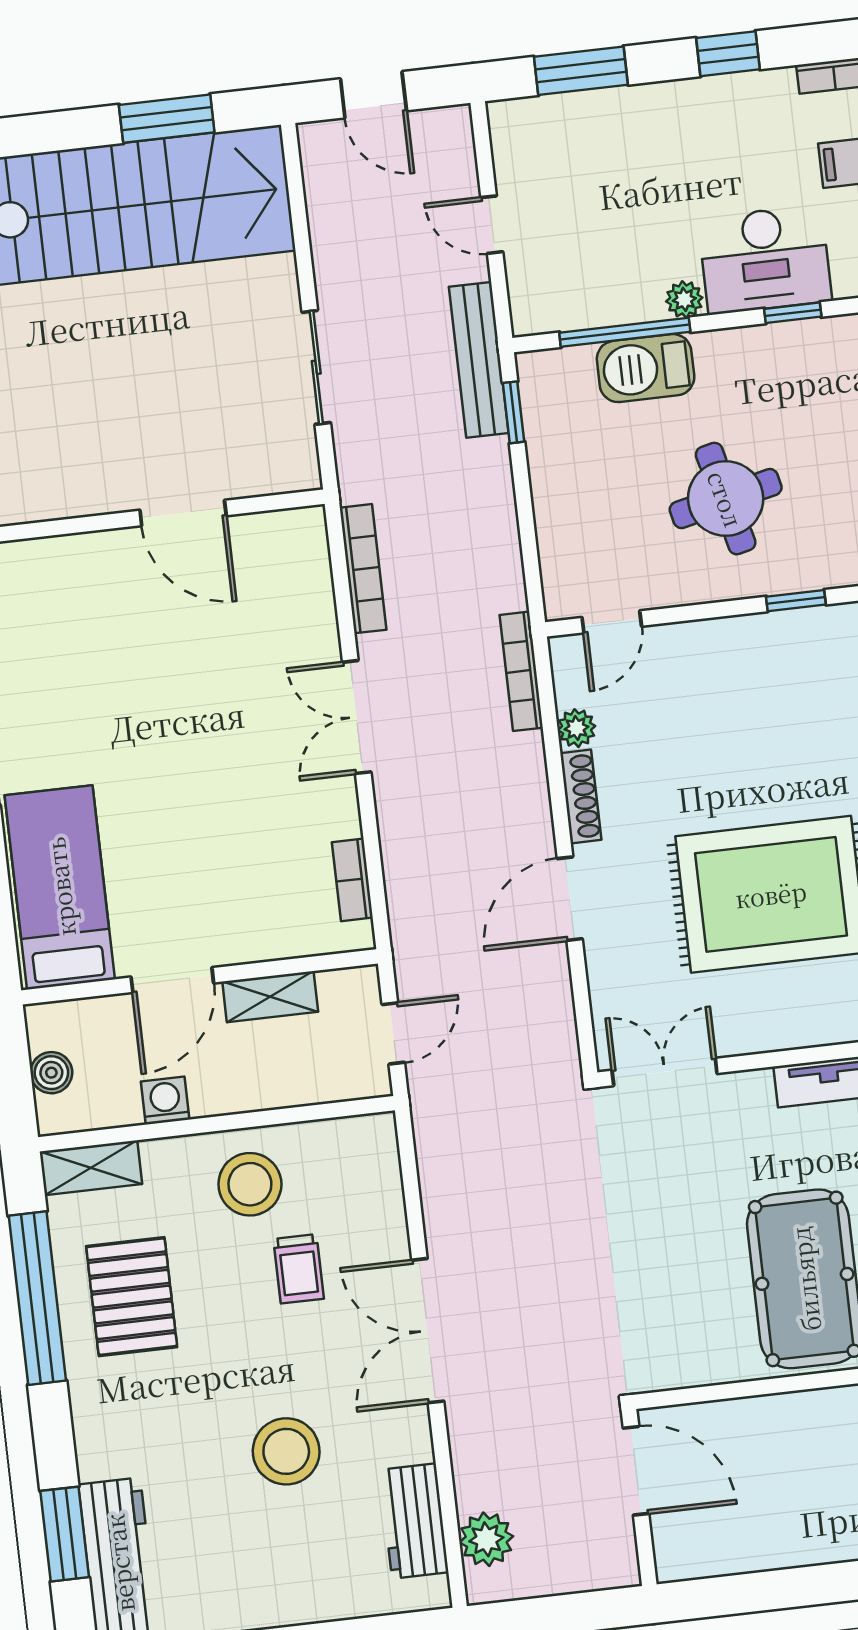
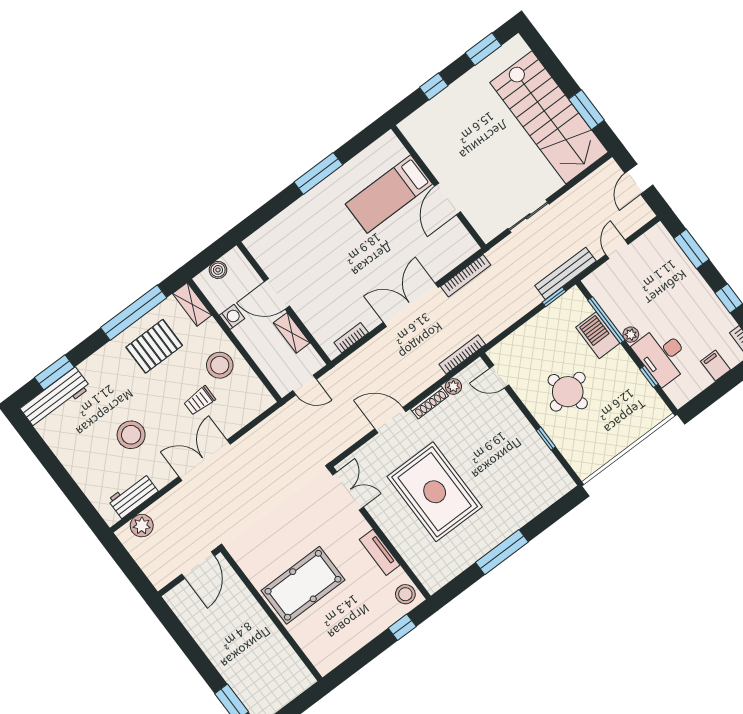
double door: (357, 717) -> (411, 305), width x1.37
bed: (60, 887) -> (389, 194), moved, turned 180

